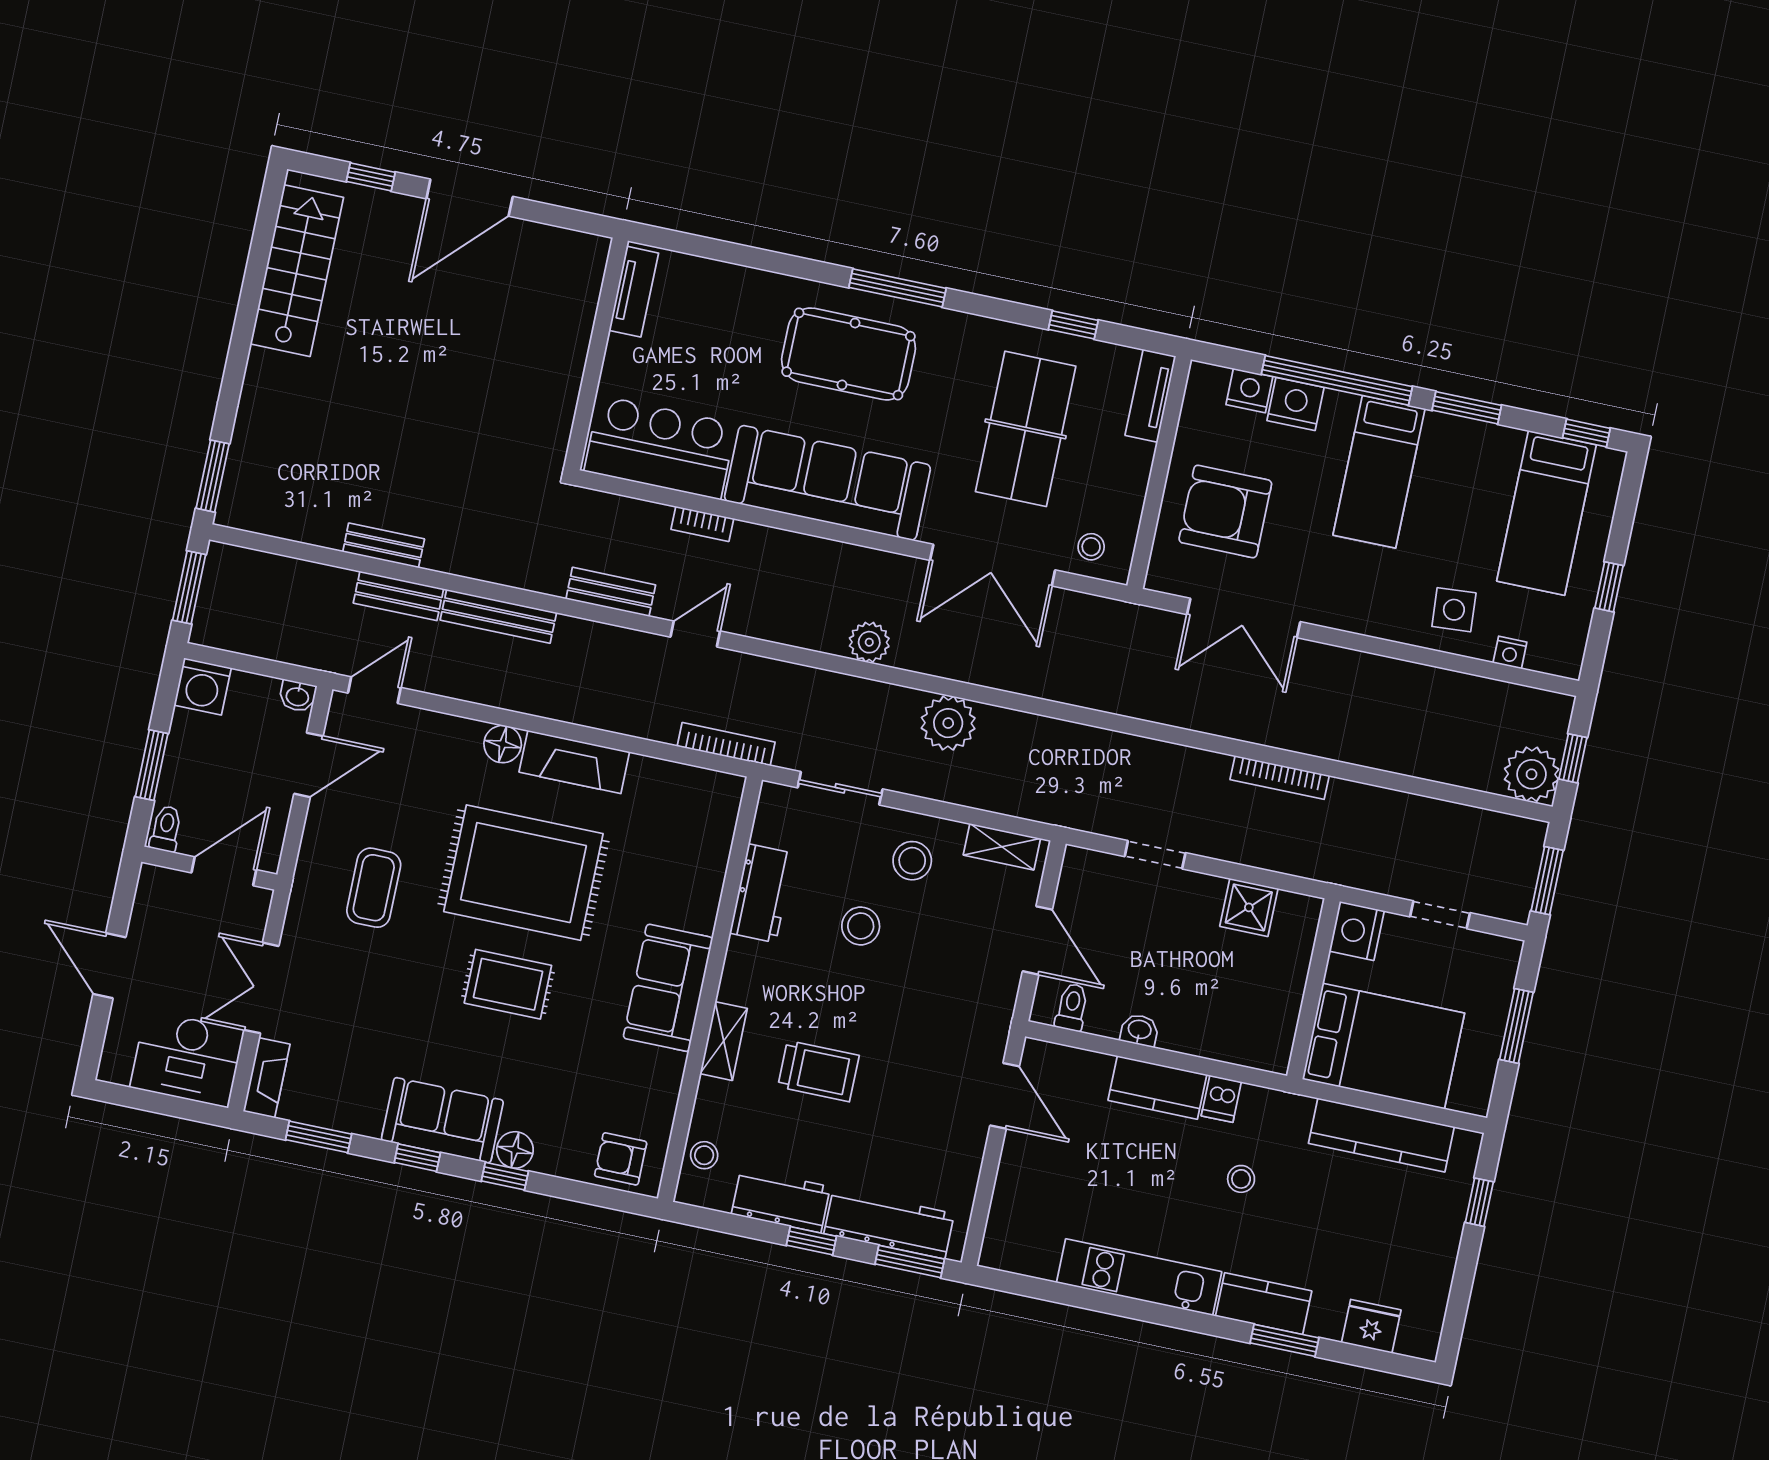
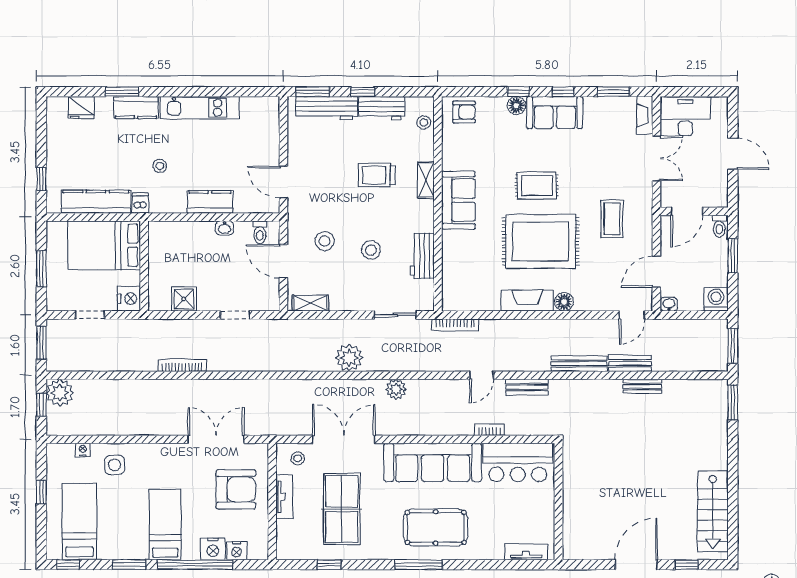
tv unit: (634, 292) -> (526, 552), moved, turned 90
tv unit: (1150, 396) -> (284, 497), moved
stool: (912, 861) -> (325, 241), moved
dishwasher: (1221, 1099) -> (140, 203), moved

